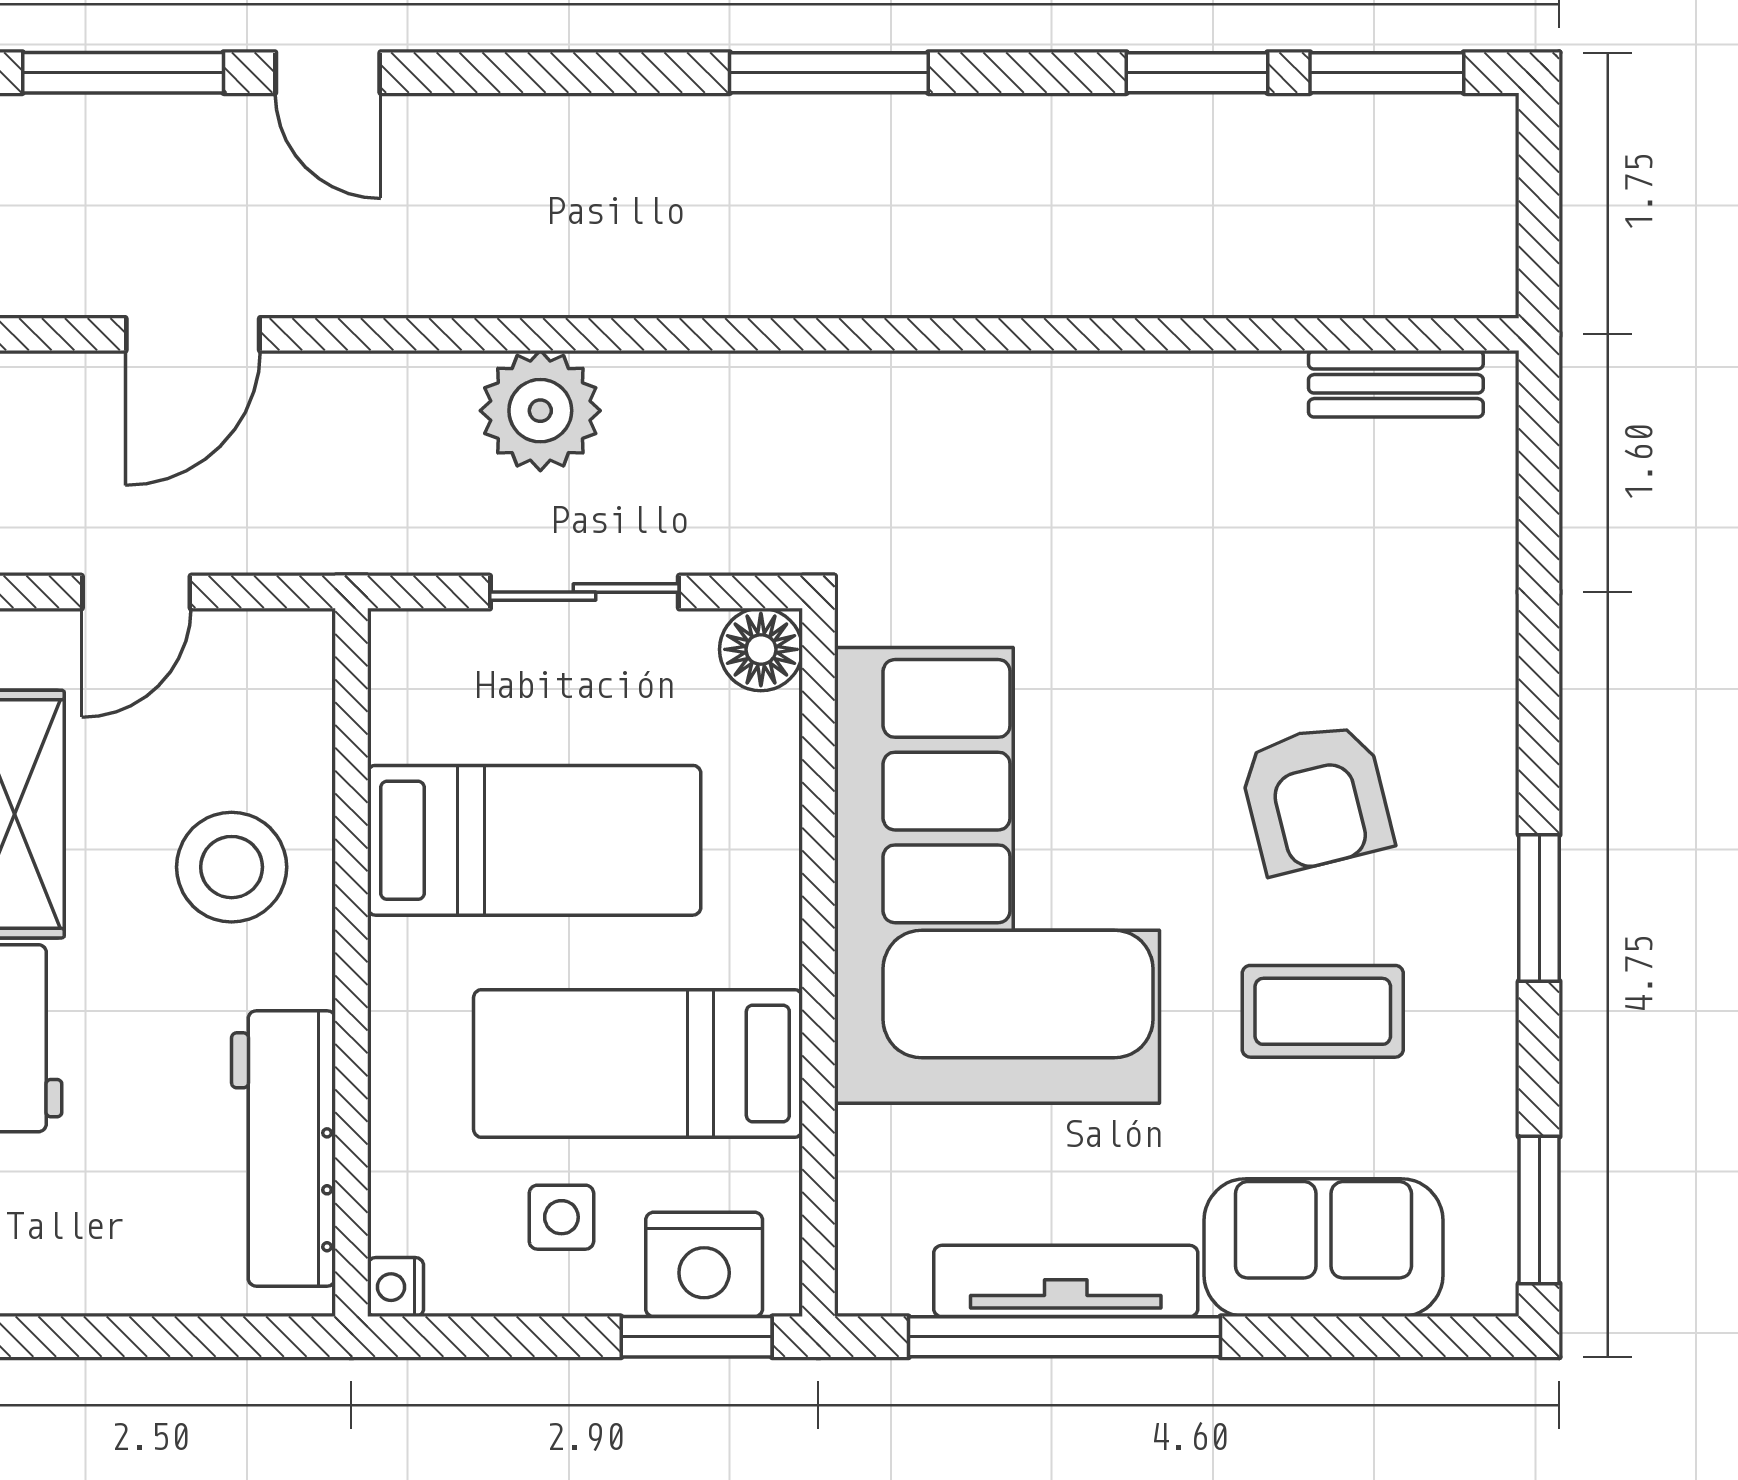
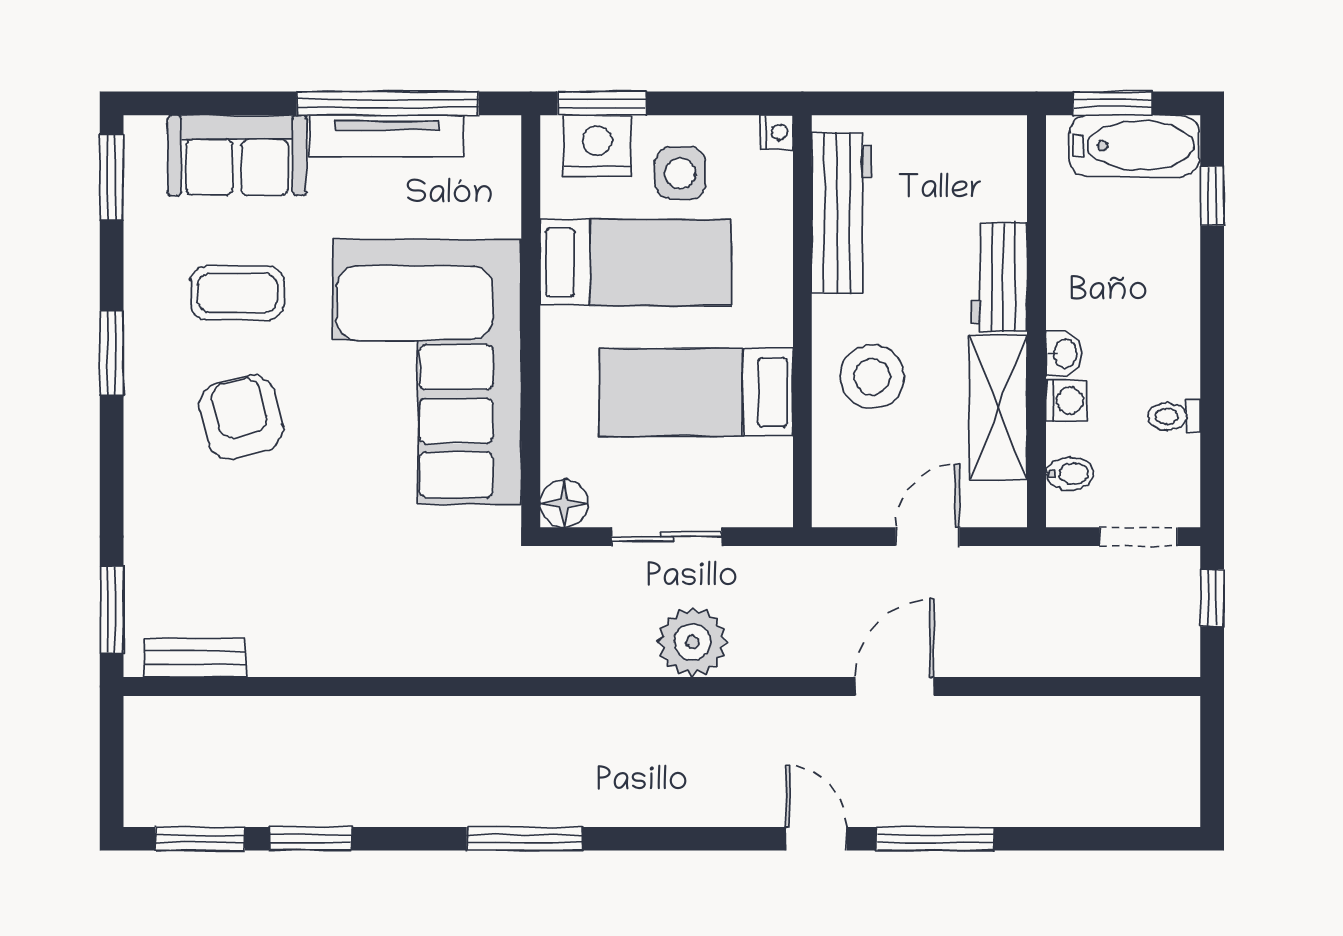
window: (1539, 466) -> (112, 610), added
side table: (561, 1217) -> (680, 173), width x1.37, depth x1.37

